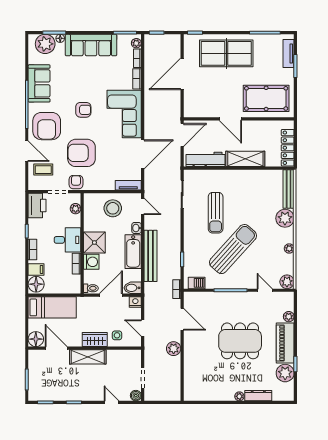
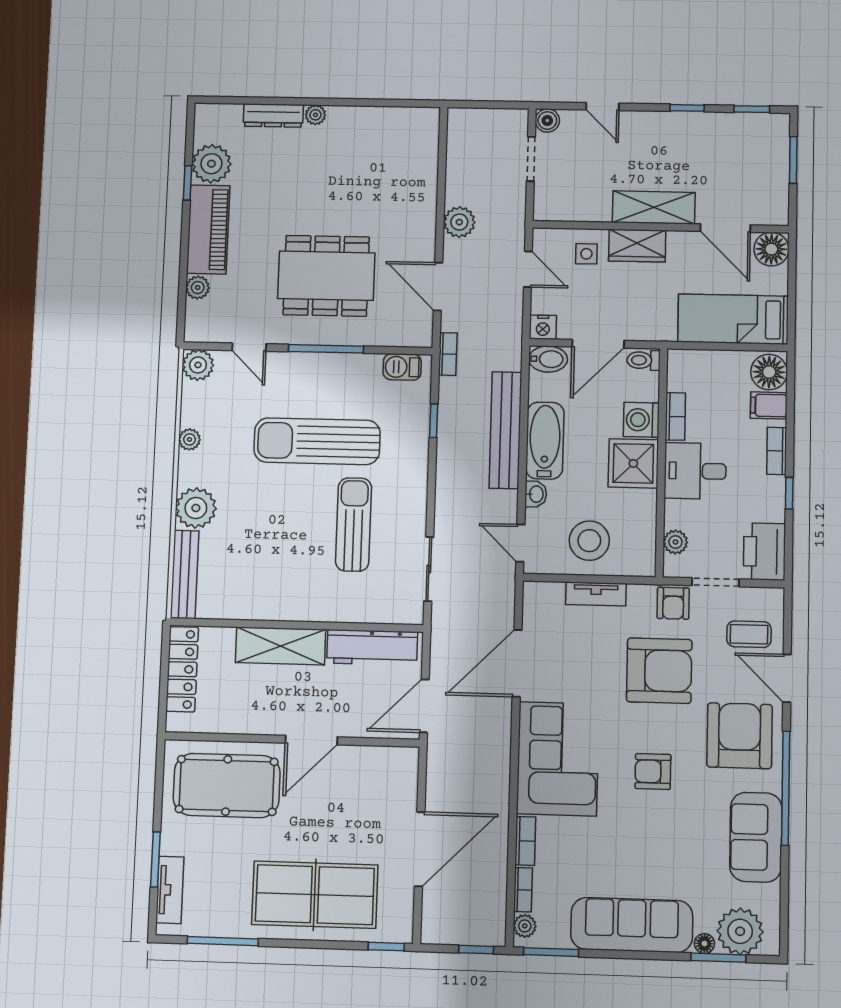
door: (230, 119) -> (311, 740), swing flipped
tv unit: (128, 185) -> (596, 594), moved
sun lounger: (233, 249) -> (317, 441), turned 48
dining table: (240, 341) -> (326, 276), moved

